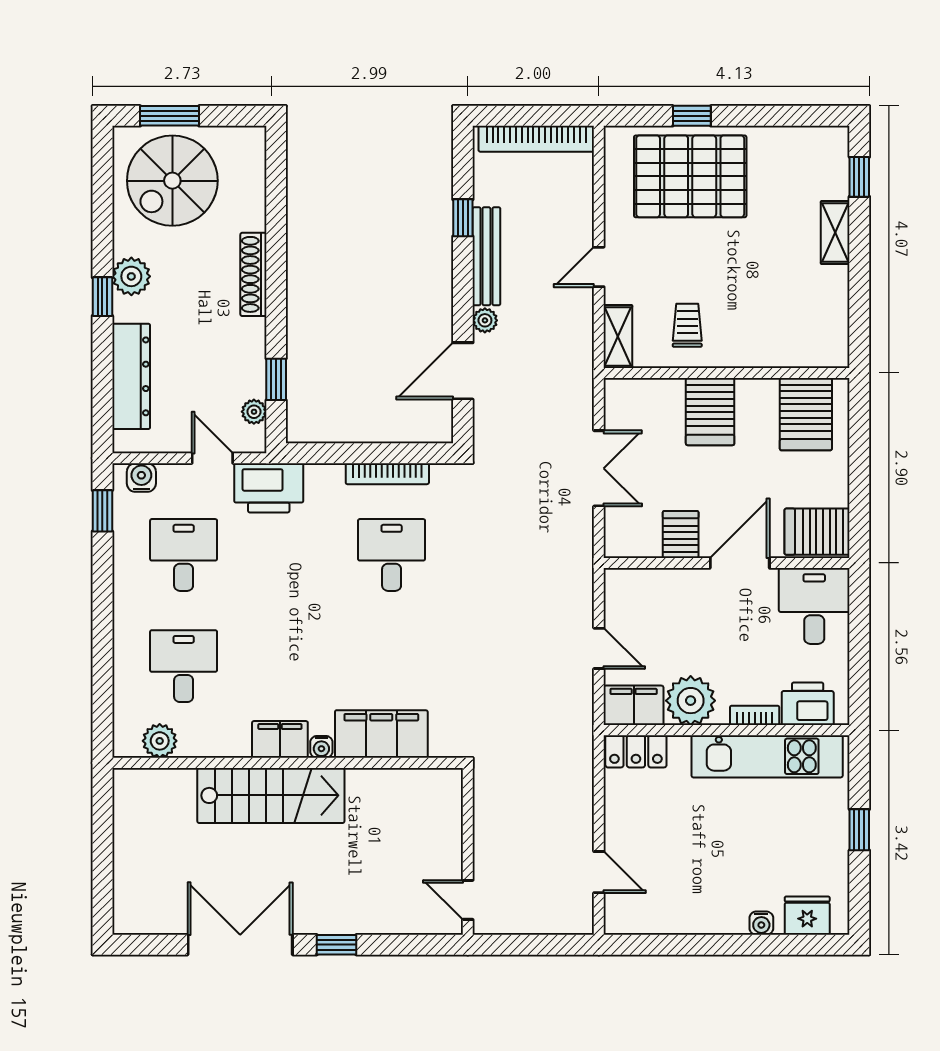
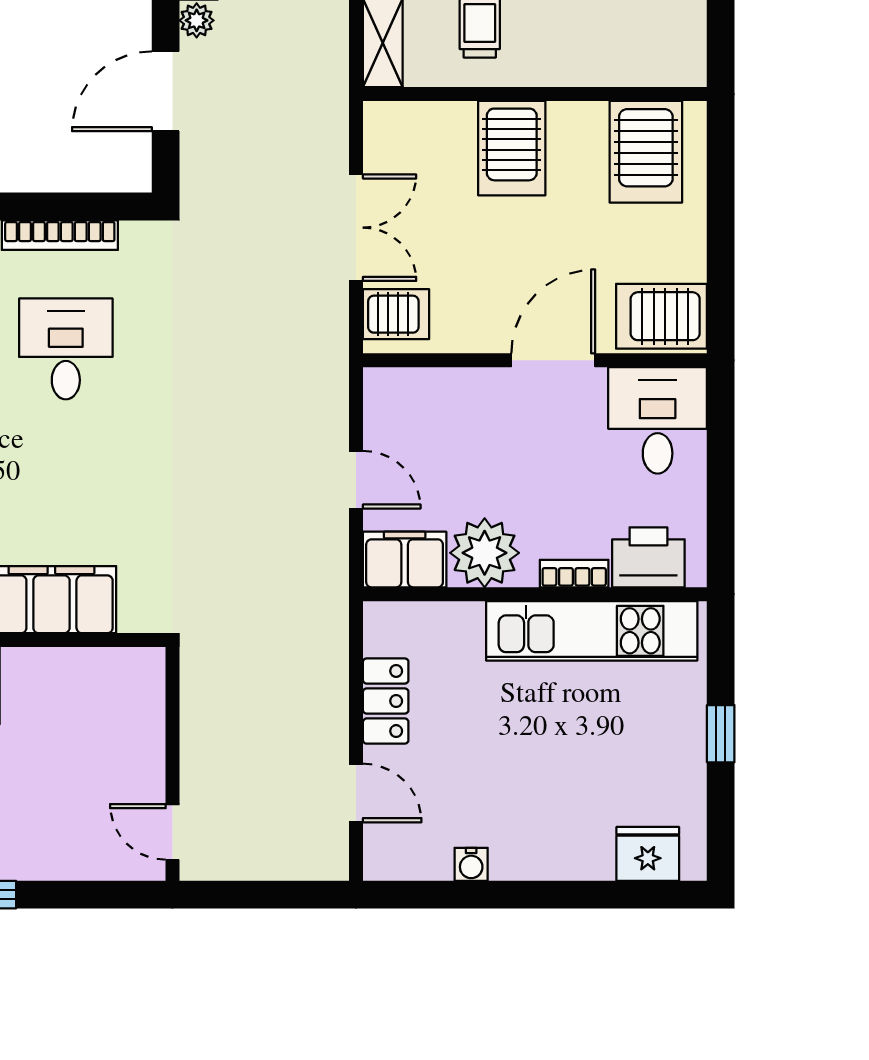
server rack: (681, 534) -> (396, 314), moved, turned 90
locker: (636, 751) -> (386, 701), moved, turned -90
water cooler: (761, 923) -> (471, 864), moved

